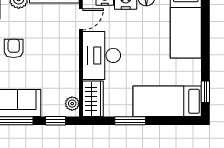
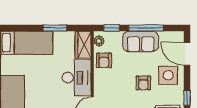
armchair: (66, 78) -> (104, 60), added

